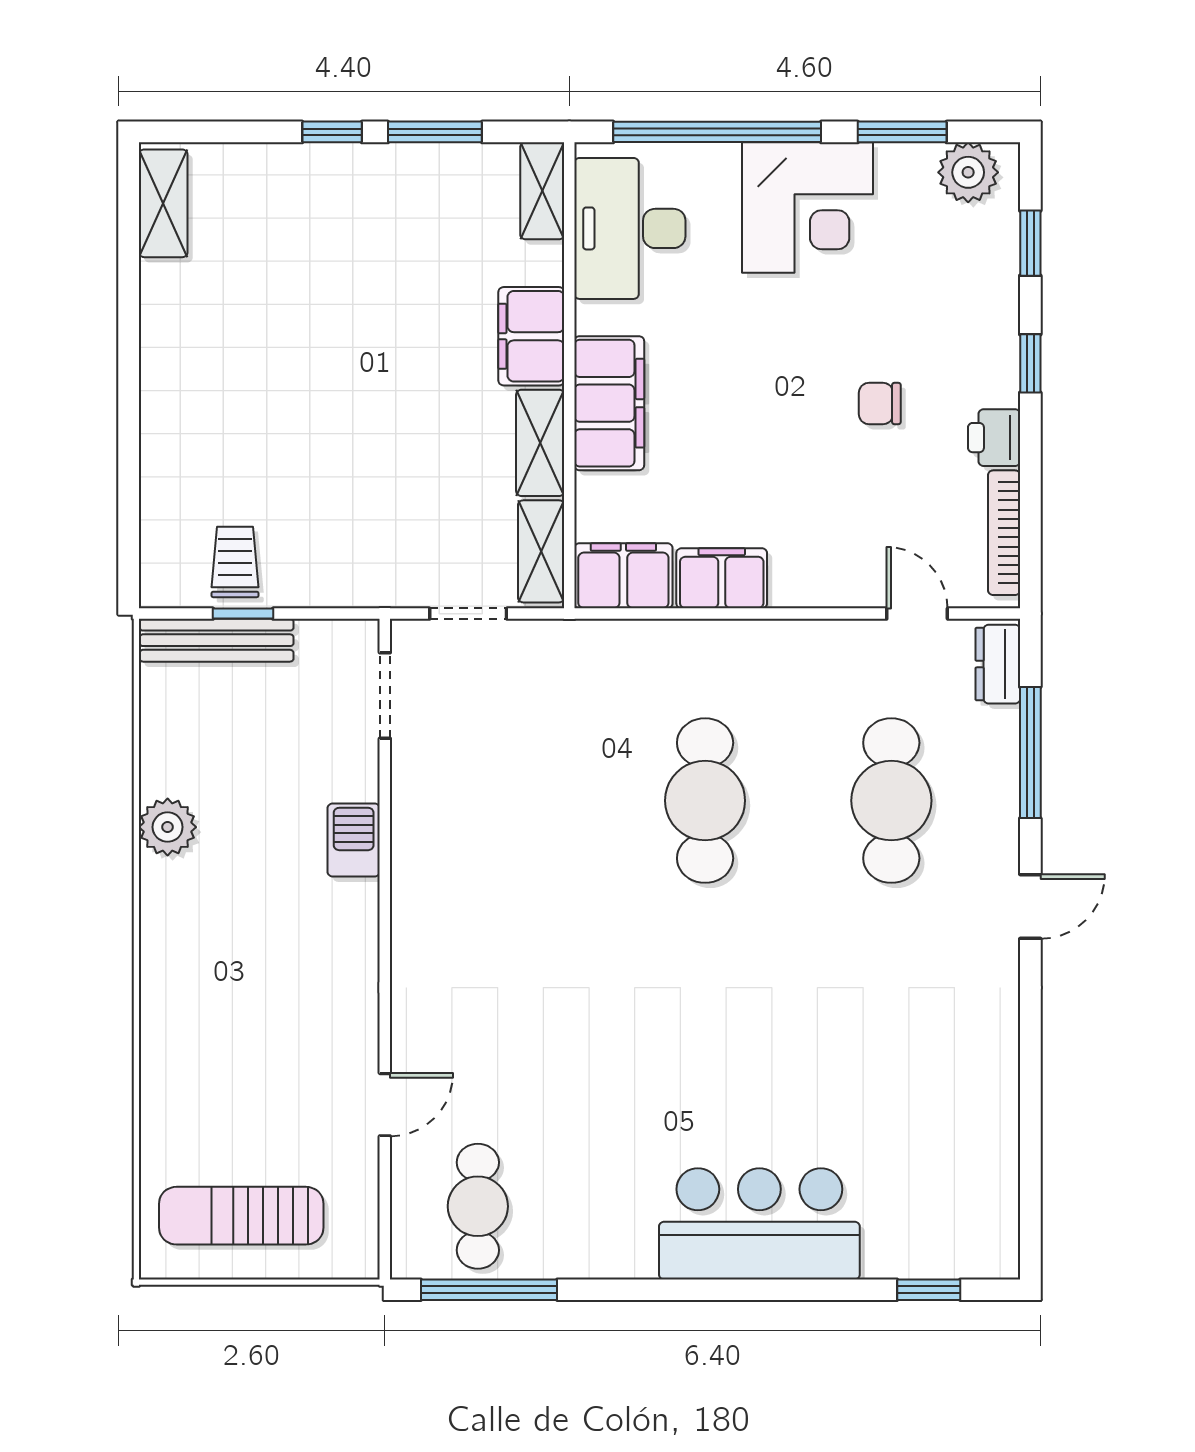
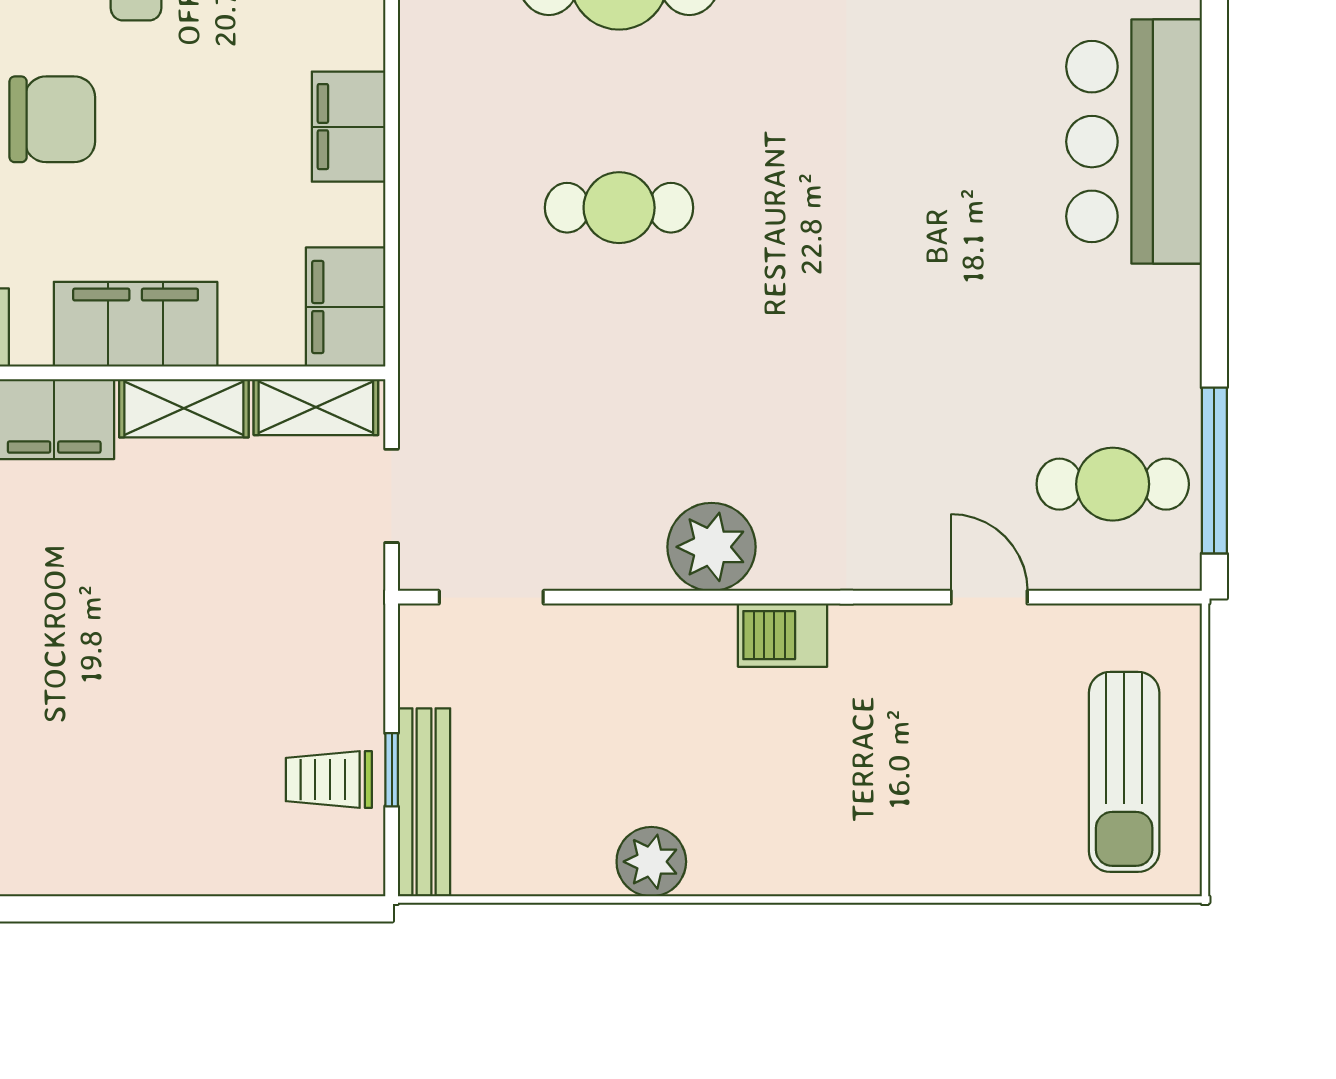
chair: (778, 335) -> (52, 119), added
filing cabinet: (722, 578) -> (349, 127), moved
cafe table: (705, 801) -> (619, 208), width x0.73, depth x0.74
barbecue: (354, 840) -> (783, 635), moved
plant: (426, 877) -> (712, 547), added

